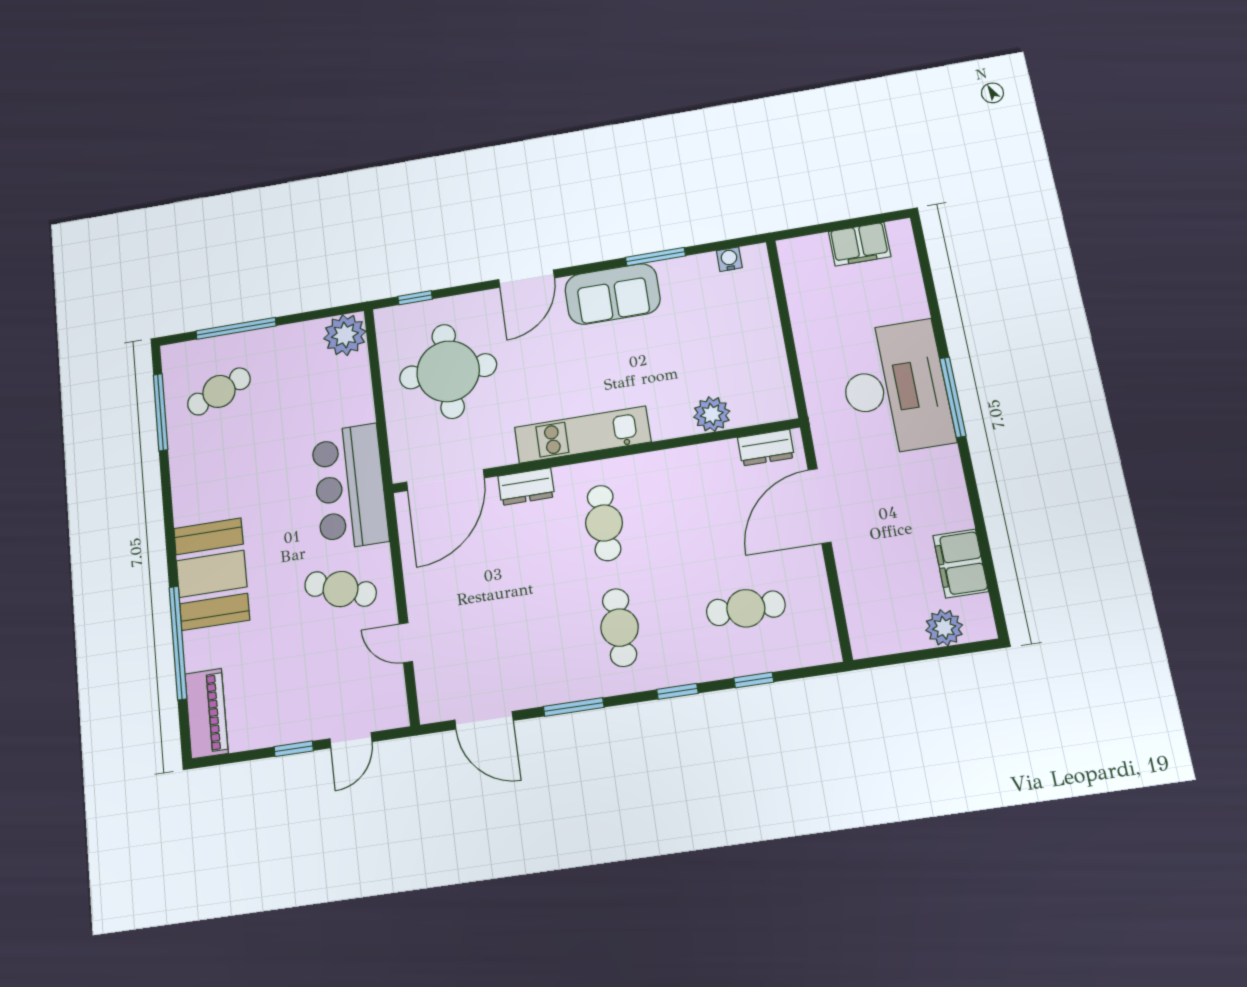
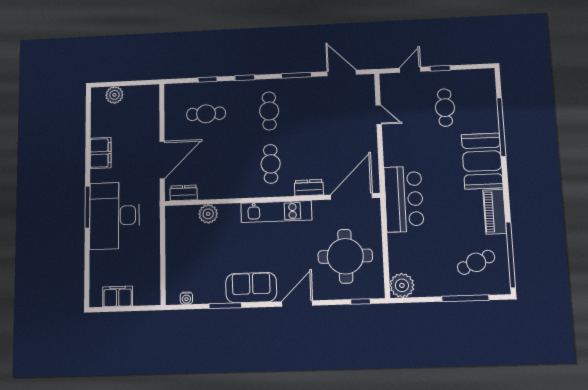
window: (161, 412) -> (511, 255), width x1.46
filing cabinet: (961, 564) -> (101, 153), moved
cafe table: (341, 589) -> (445, 108), moved, turned 70
piano: (206, 713) -> (495, 212), moved

